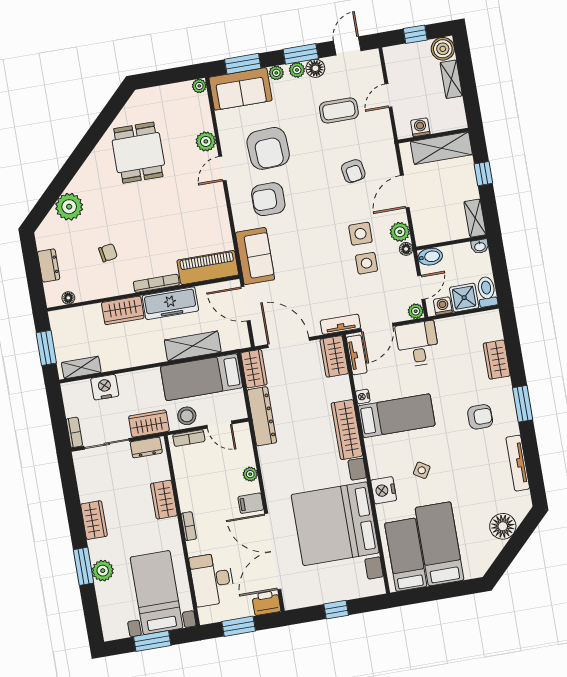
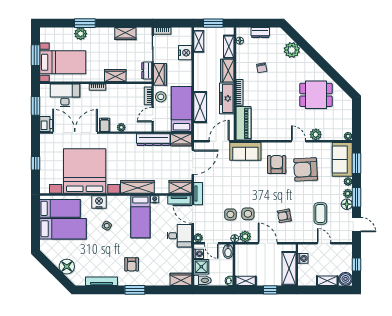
shelving: (82, 315) -> (229, 47), added
wardrobe: (497, 360) -> (181, 279), moved
wardrobe: (94, 520) -> (125, 34), moved

